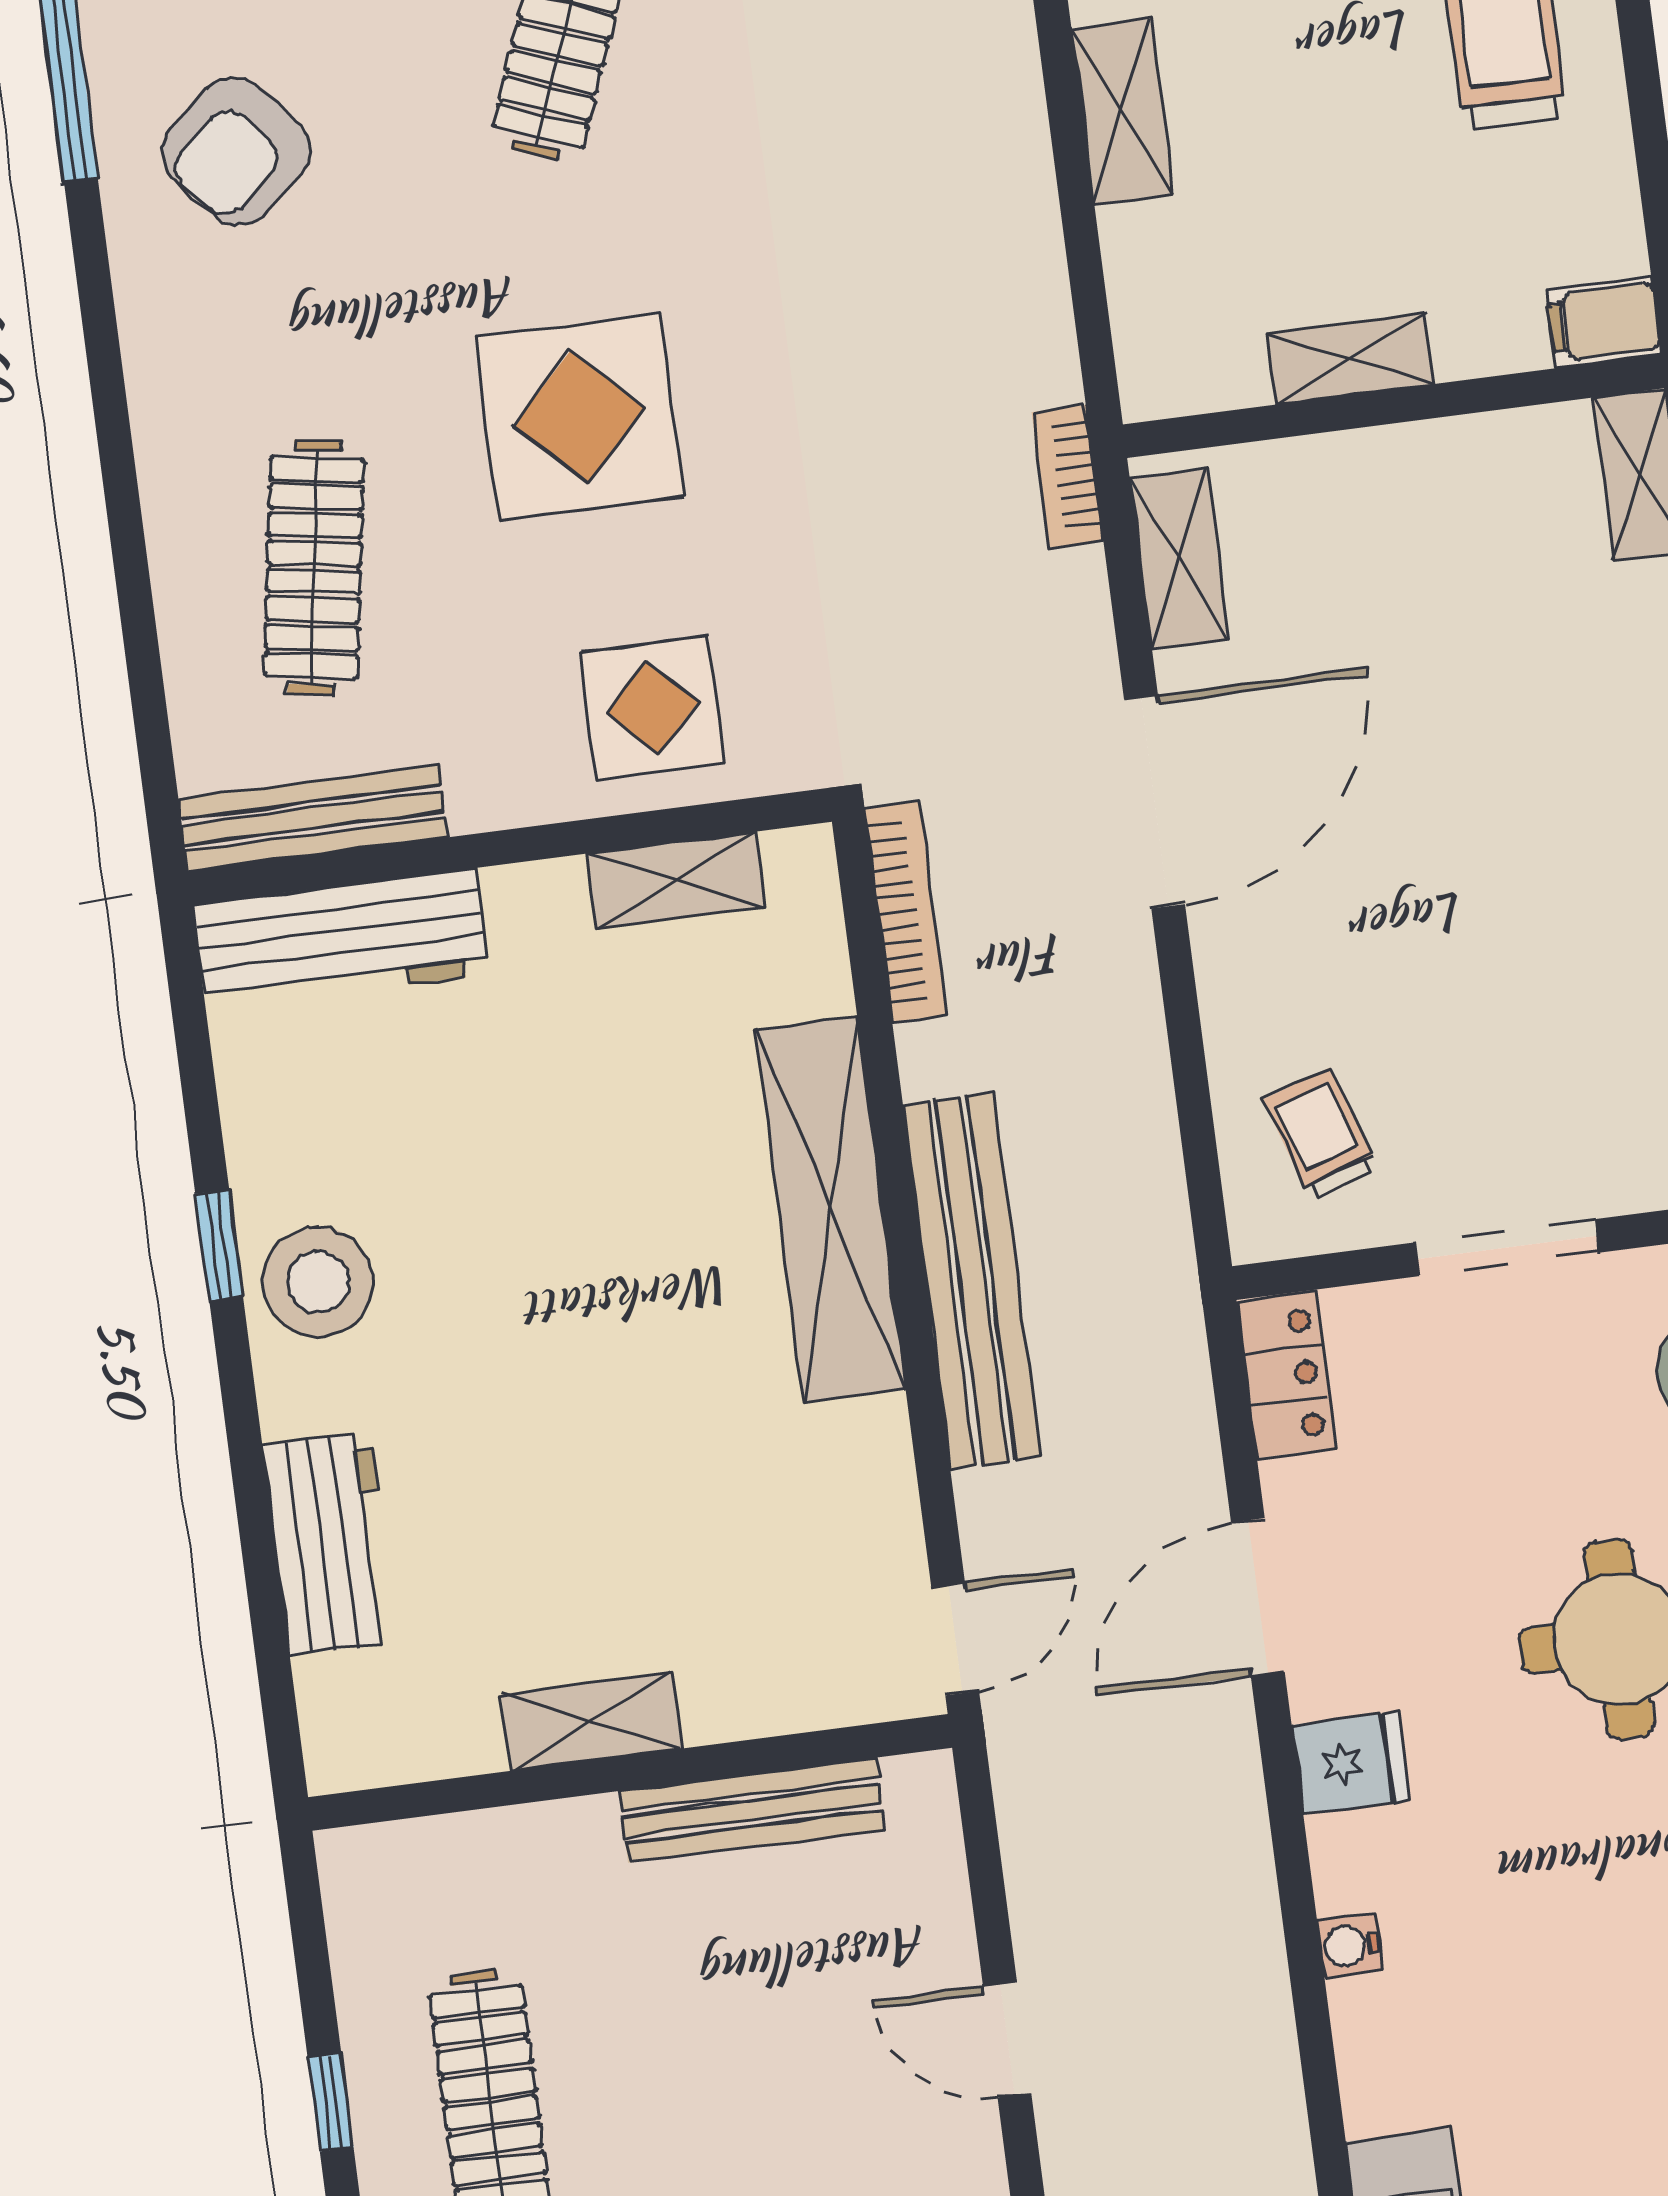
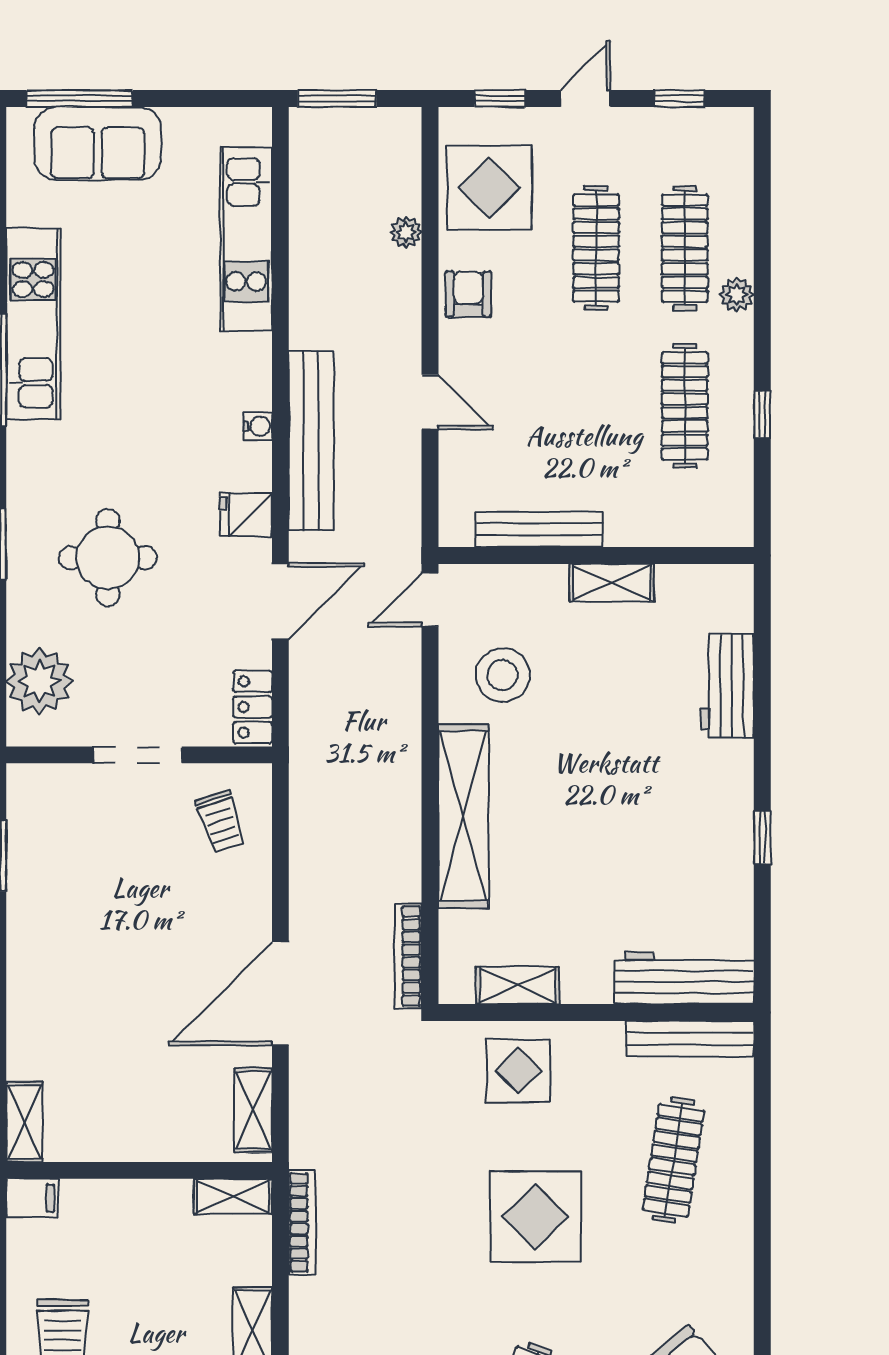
shelving: (1350, 359) -> (233, 1196), moved
bookcase: (1068, 476) -> (302, 1222), moved, width x1.56
bench: (972, 1281) -> (311, 440), moved
stool: (318, 1282) -> (503, 675), moved

